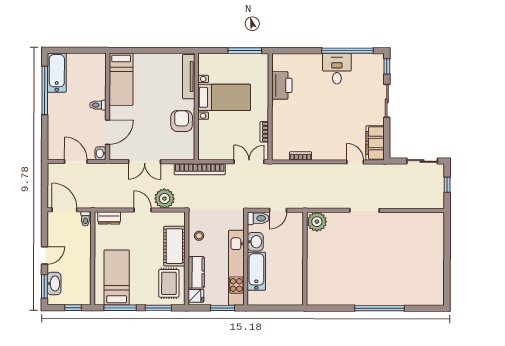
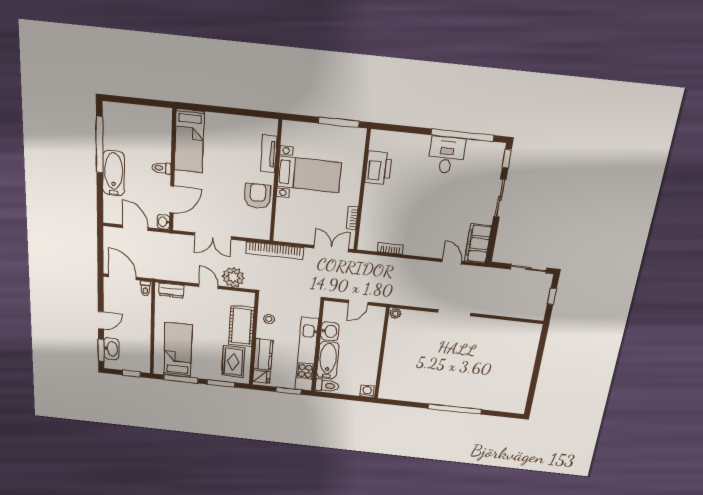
bathtub: (57, 73) -> (114, 173), moved
tv unit: (189, 77) -> (269, 154), width x0.71
toilet: (258, 218) -> (327, 386), moved
plant: (317, 222) -> (395, 313), width x0.53, depth x0.53
washing machine: (296, 299) -> (367, 391), added

